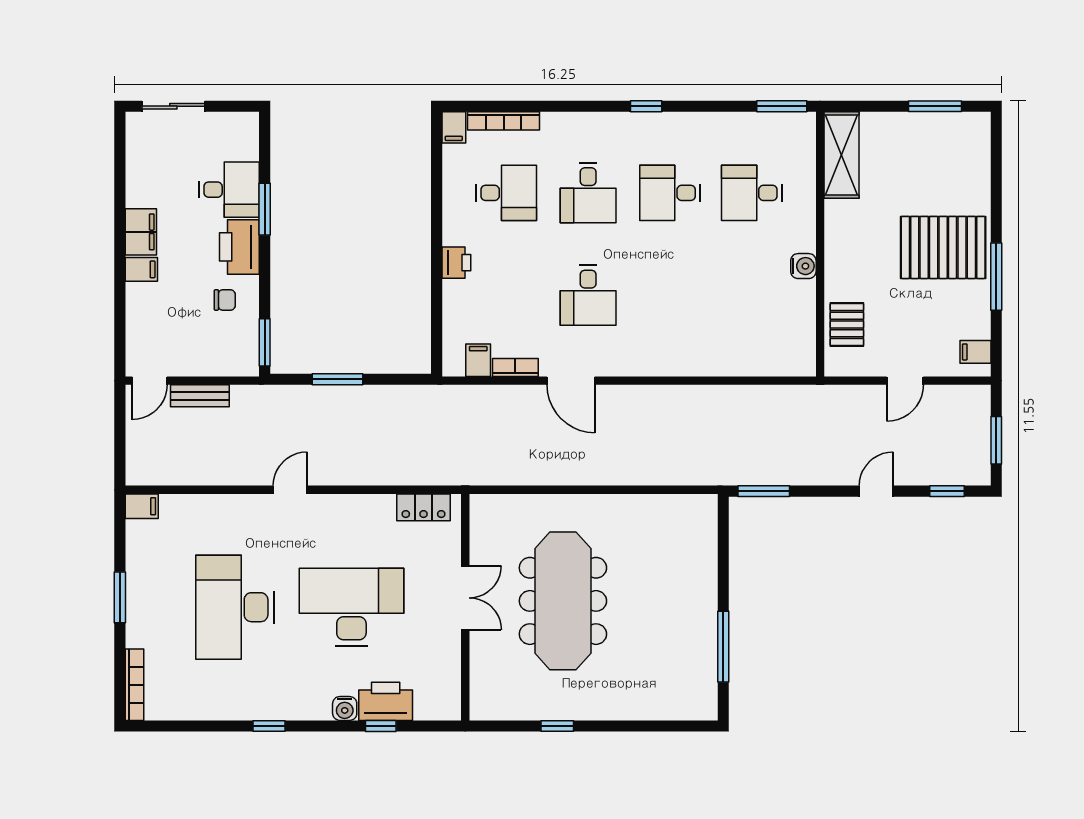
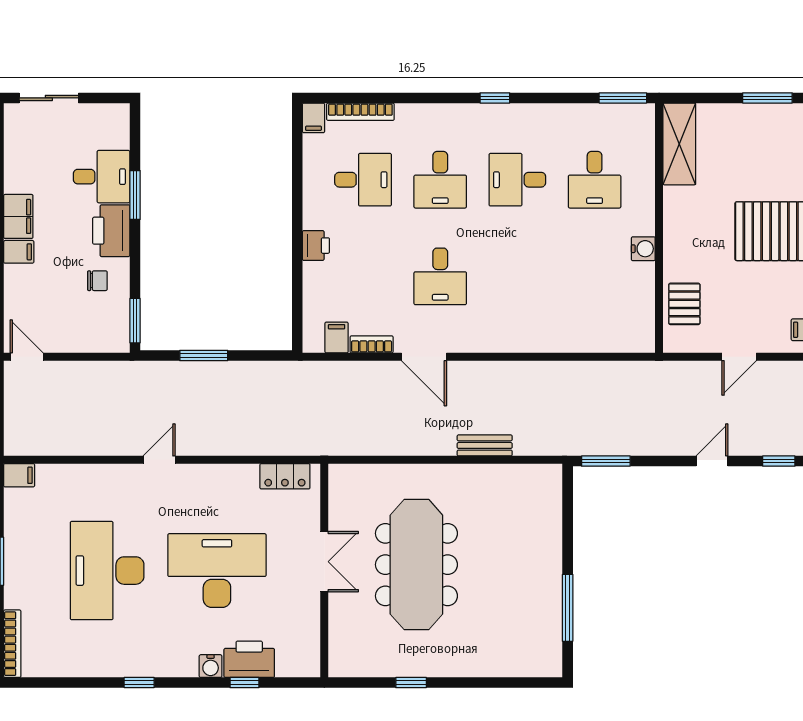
desk: (752, 193) -> (595, 180), turned -90
door: (150, 381) -> (27, 357), swing flipped
bench: (200, 396) -> (485, 445), moved

